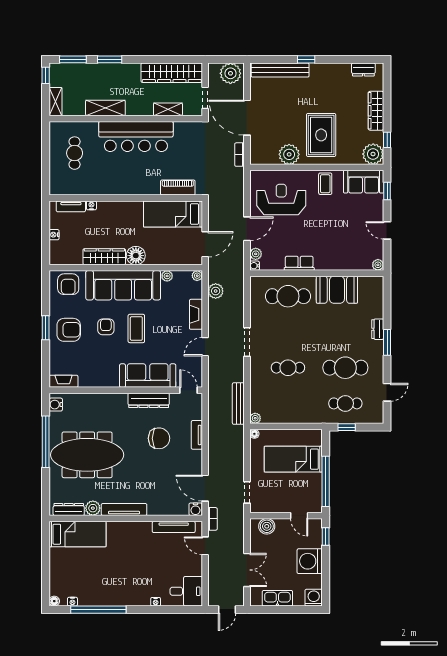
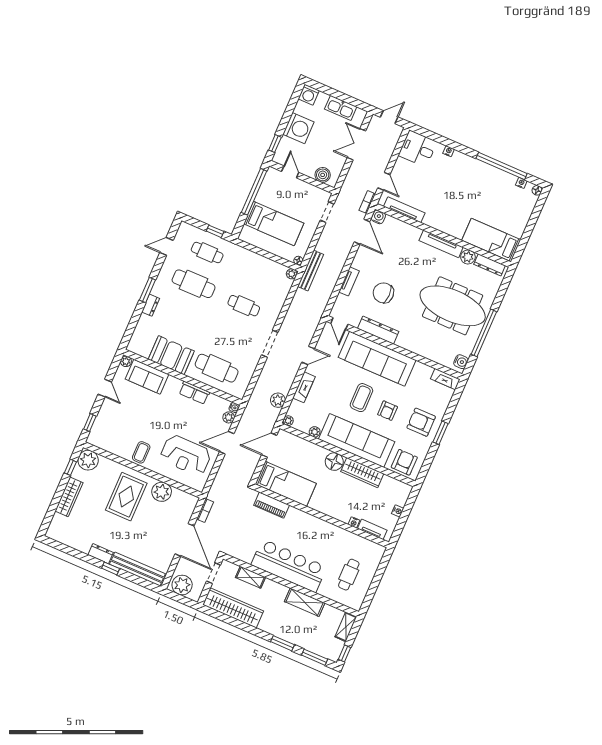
dresser: (363, 69) -> (101, 554), moved
sofa: (364, 182) -> (147, 377), moved, turned 180
sofa: (148, 376) -> (377, 359), width x1.36, depth x1.27
bench: (238, 404) -> (311, 271), moved

